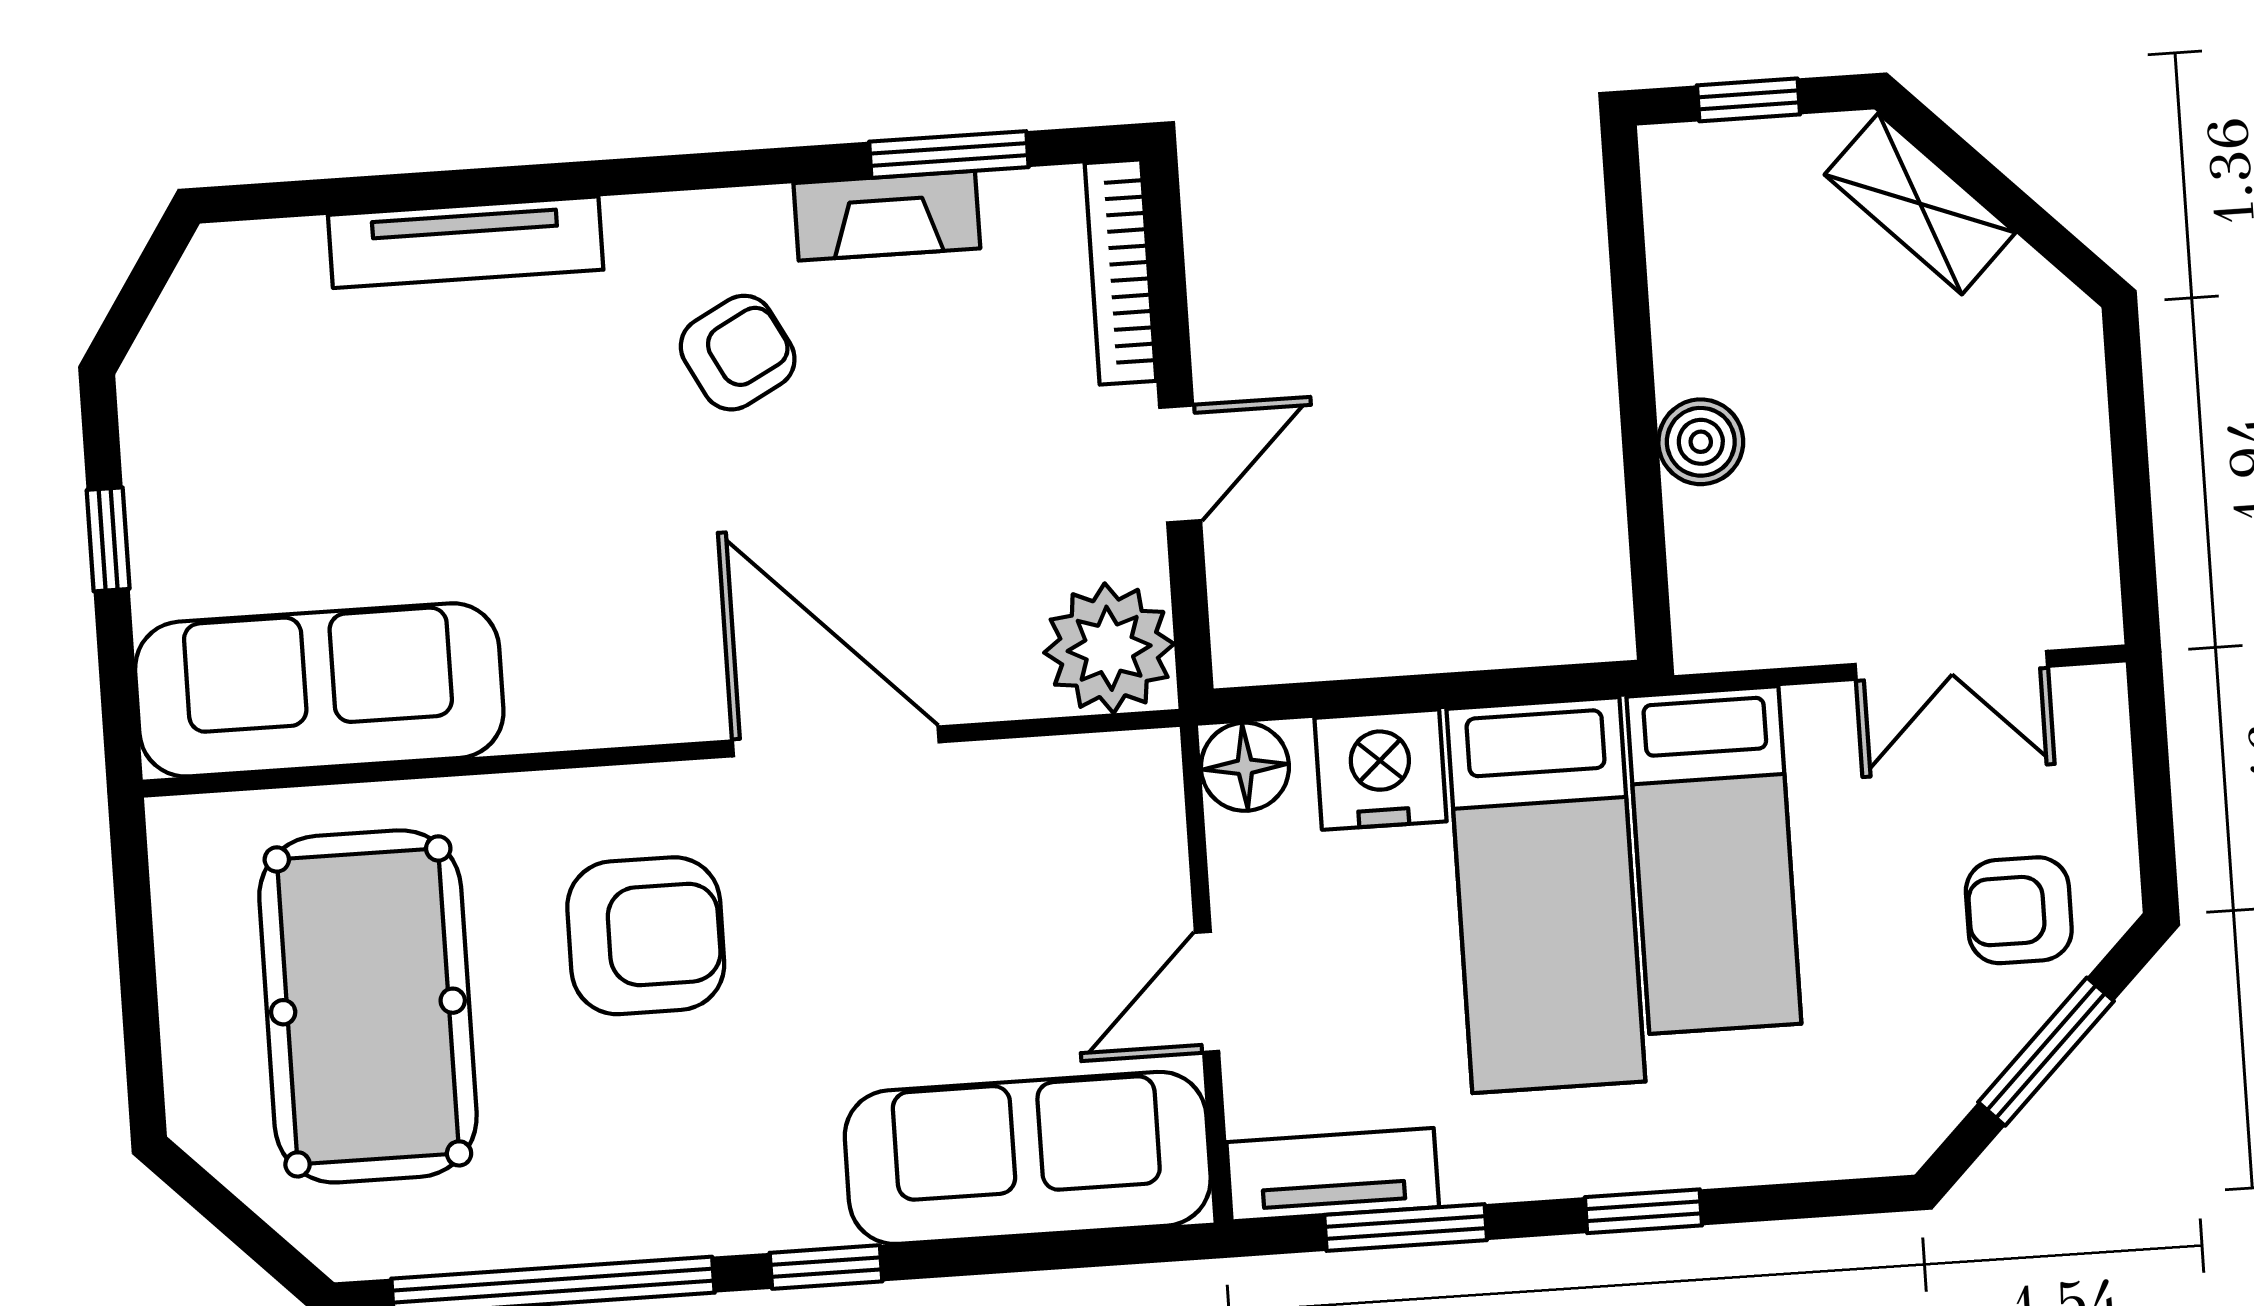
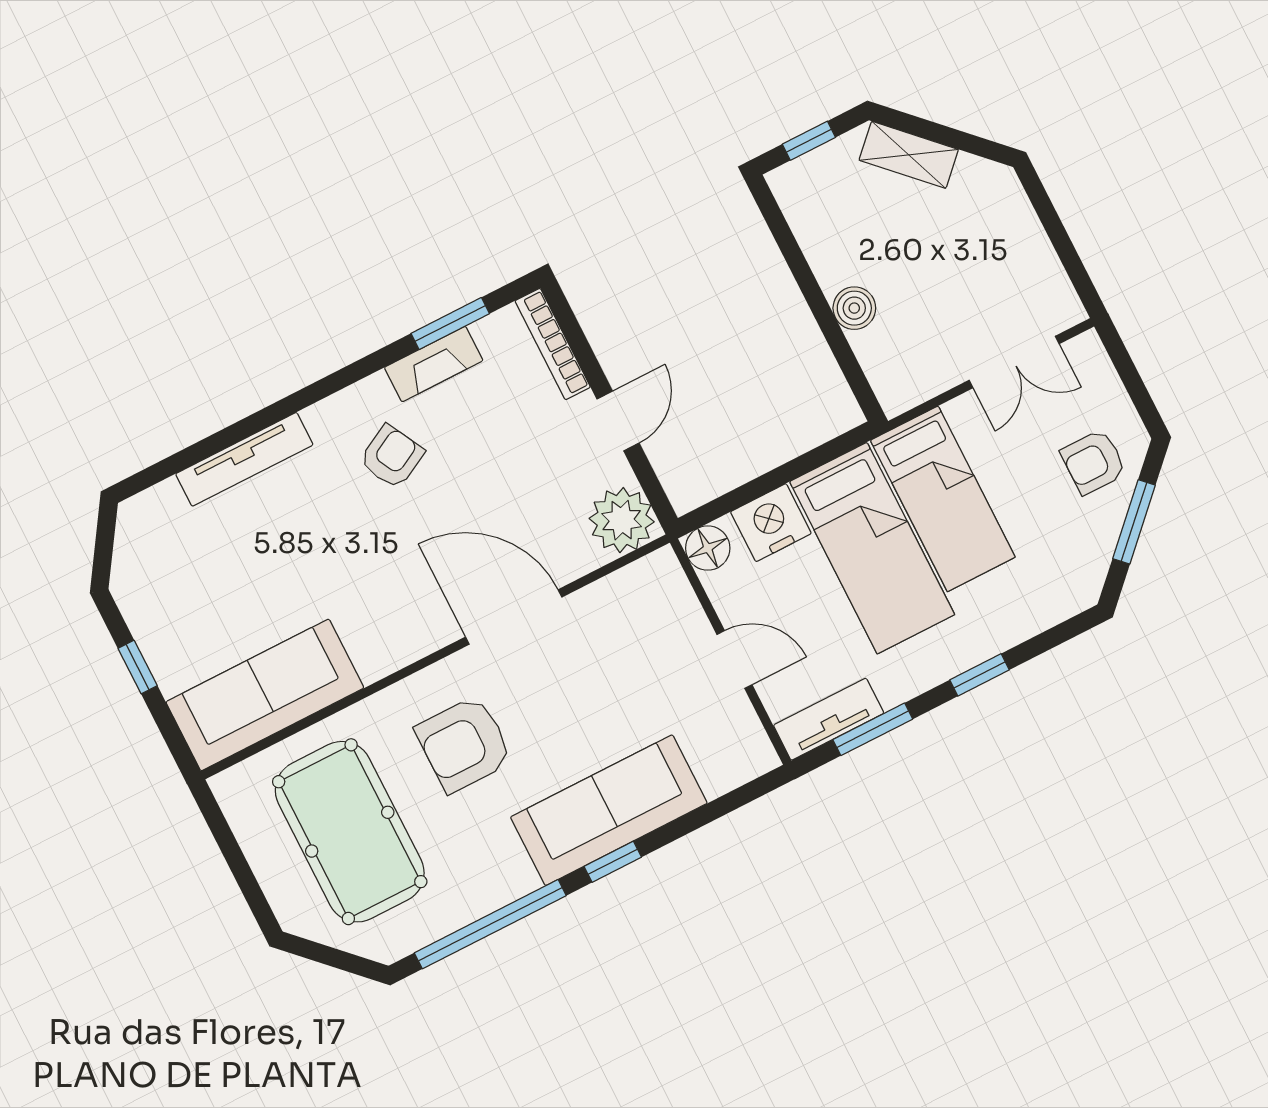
armchair: (646, 936) -> (464, 744), turned 180
door: (1207, 992) -> (735, 660), swing flipped
sofa: (1028, 1158) -> (609, 810), moved

